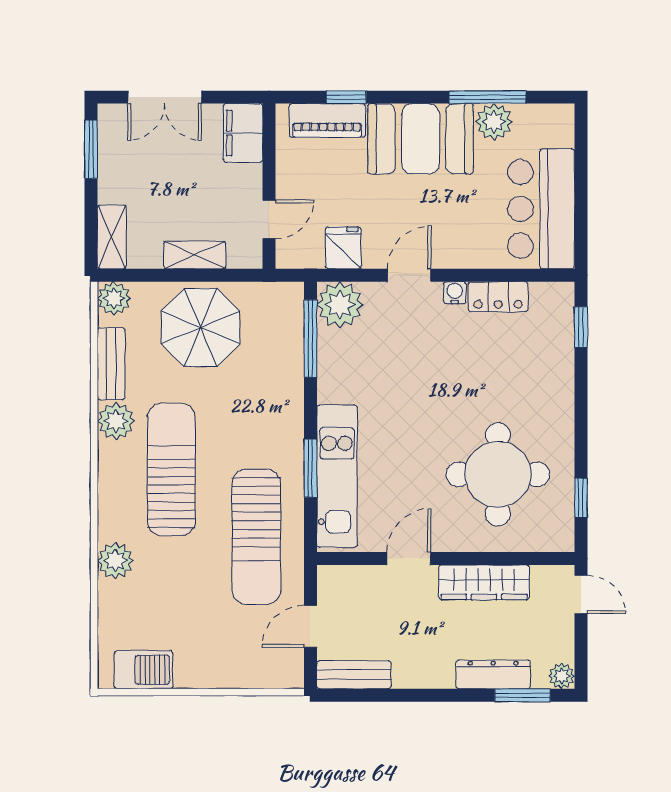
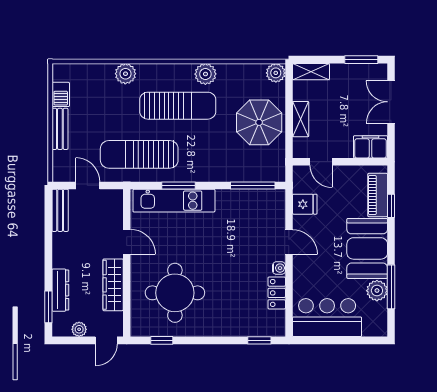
plant: (340, 305) -> (272, 202), removed
bench: (111, 364) -> (60, 129), moved, turned 90
barbecue: (144, 670) -> (61, 94), width x0.73, depth x0.79
plant: (562, 676) -> (79, 329), moved

